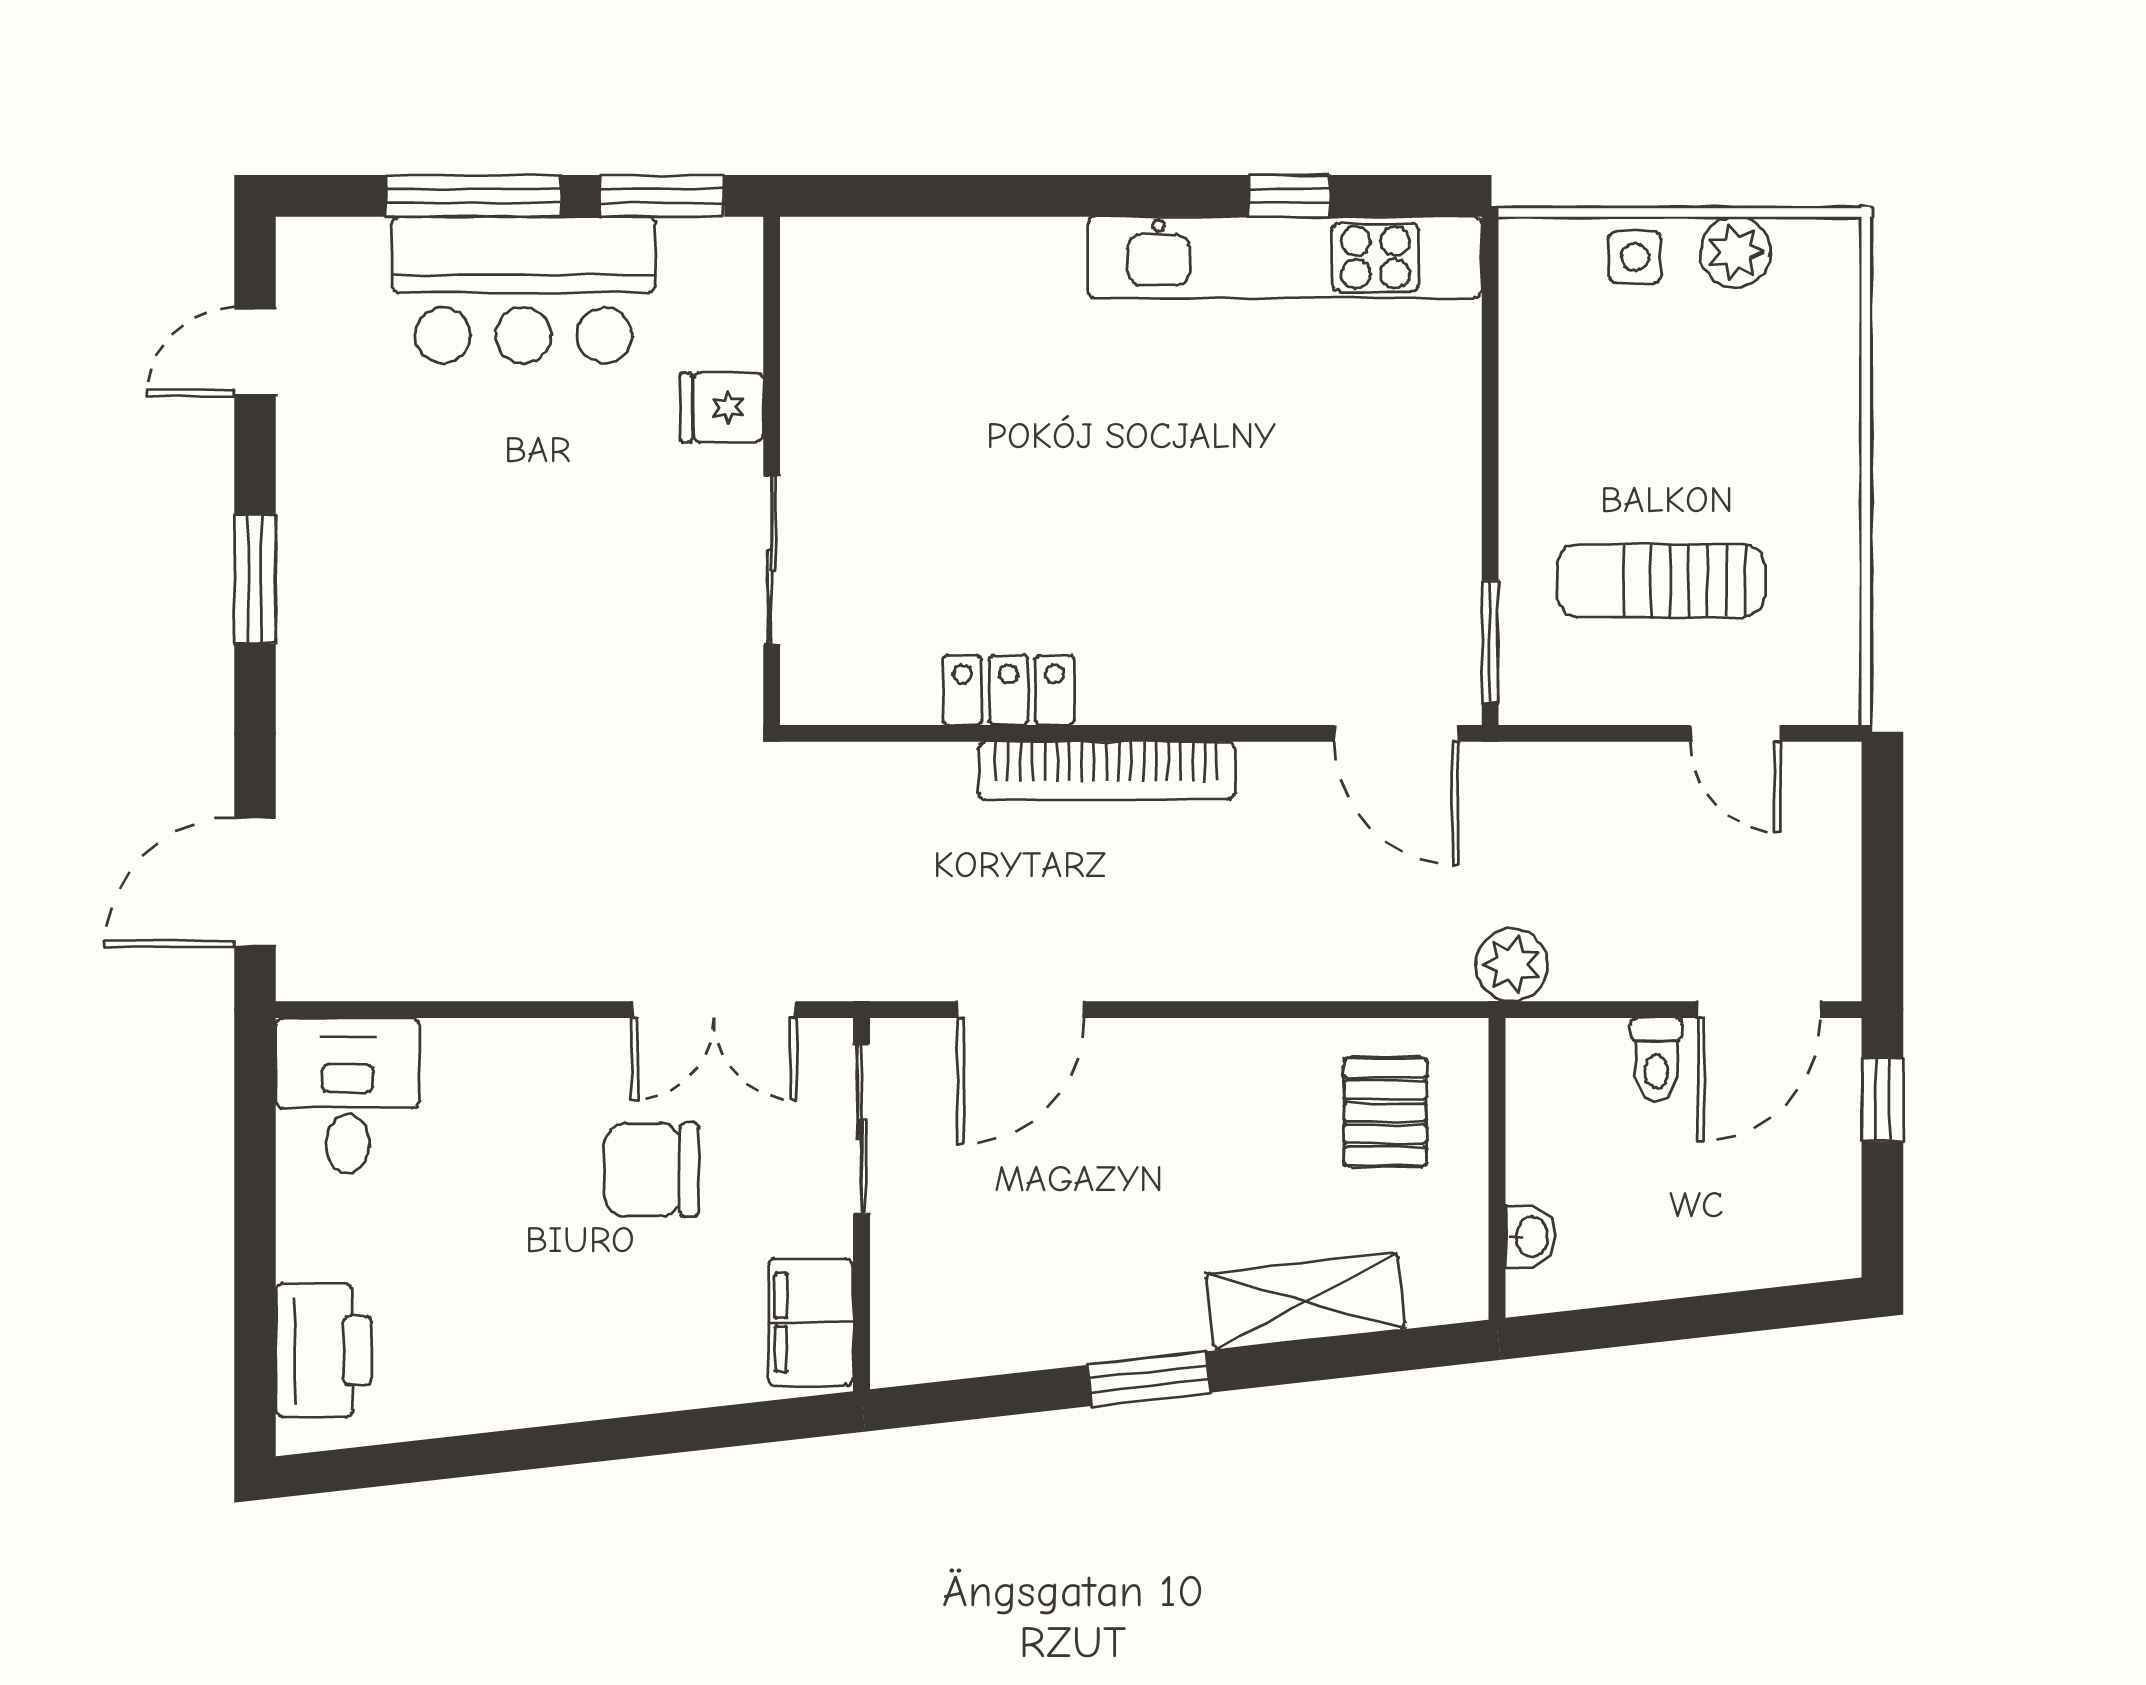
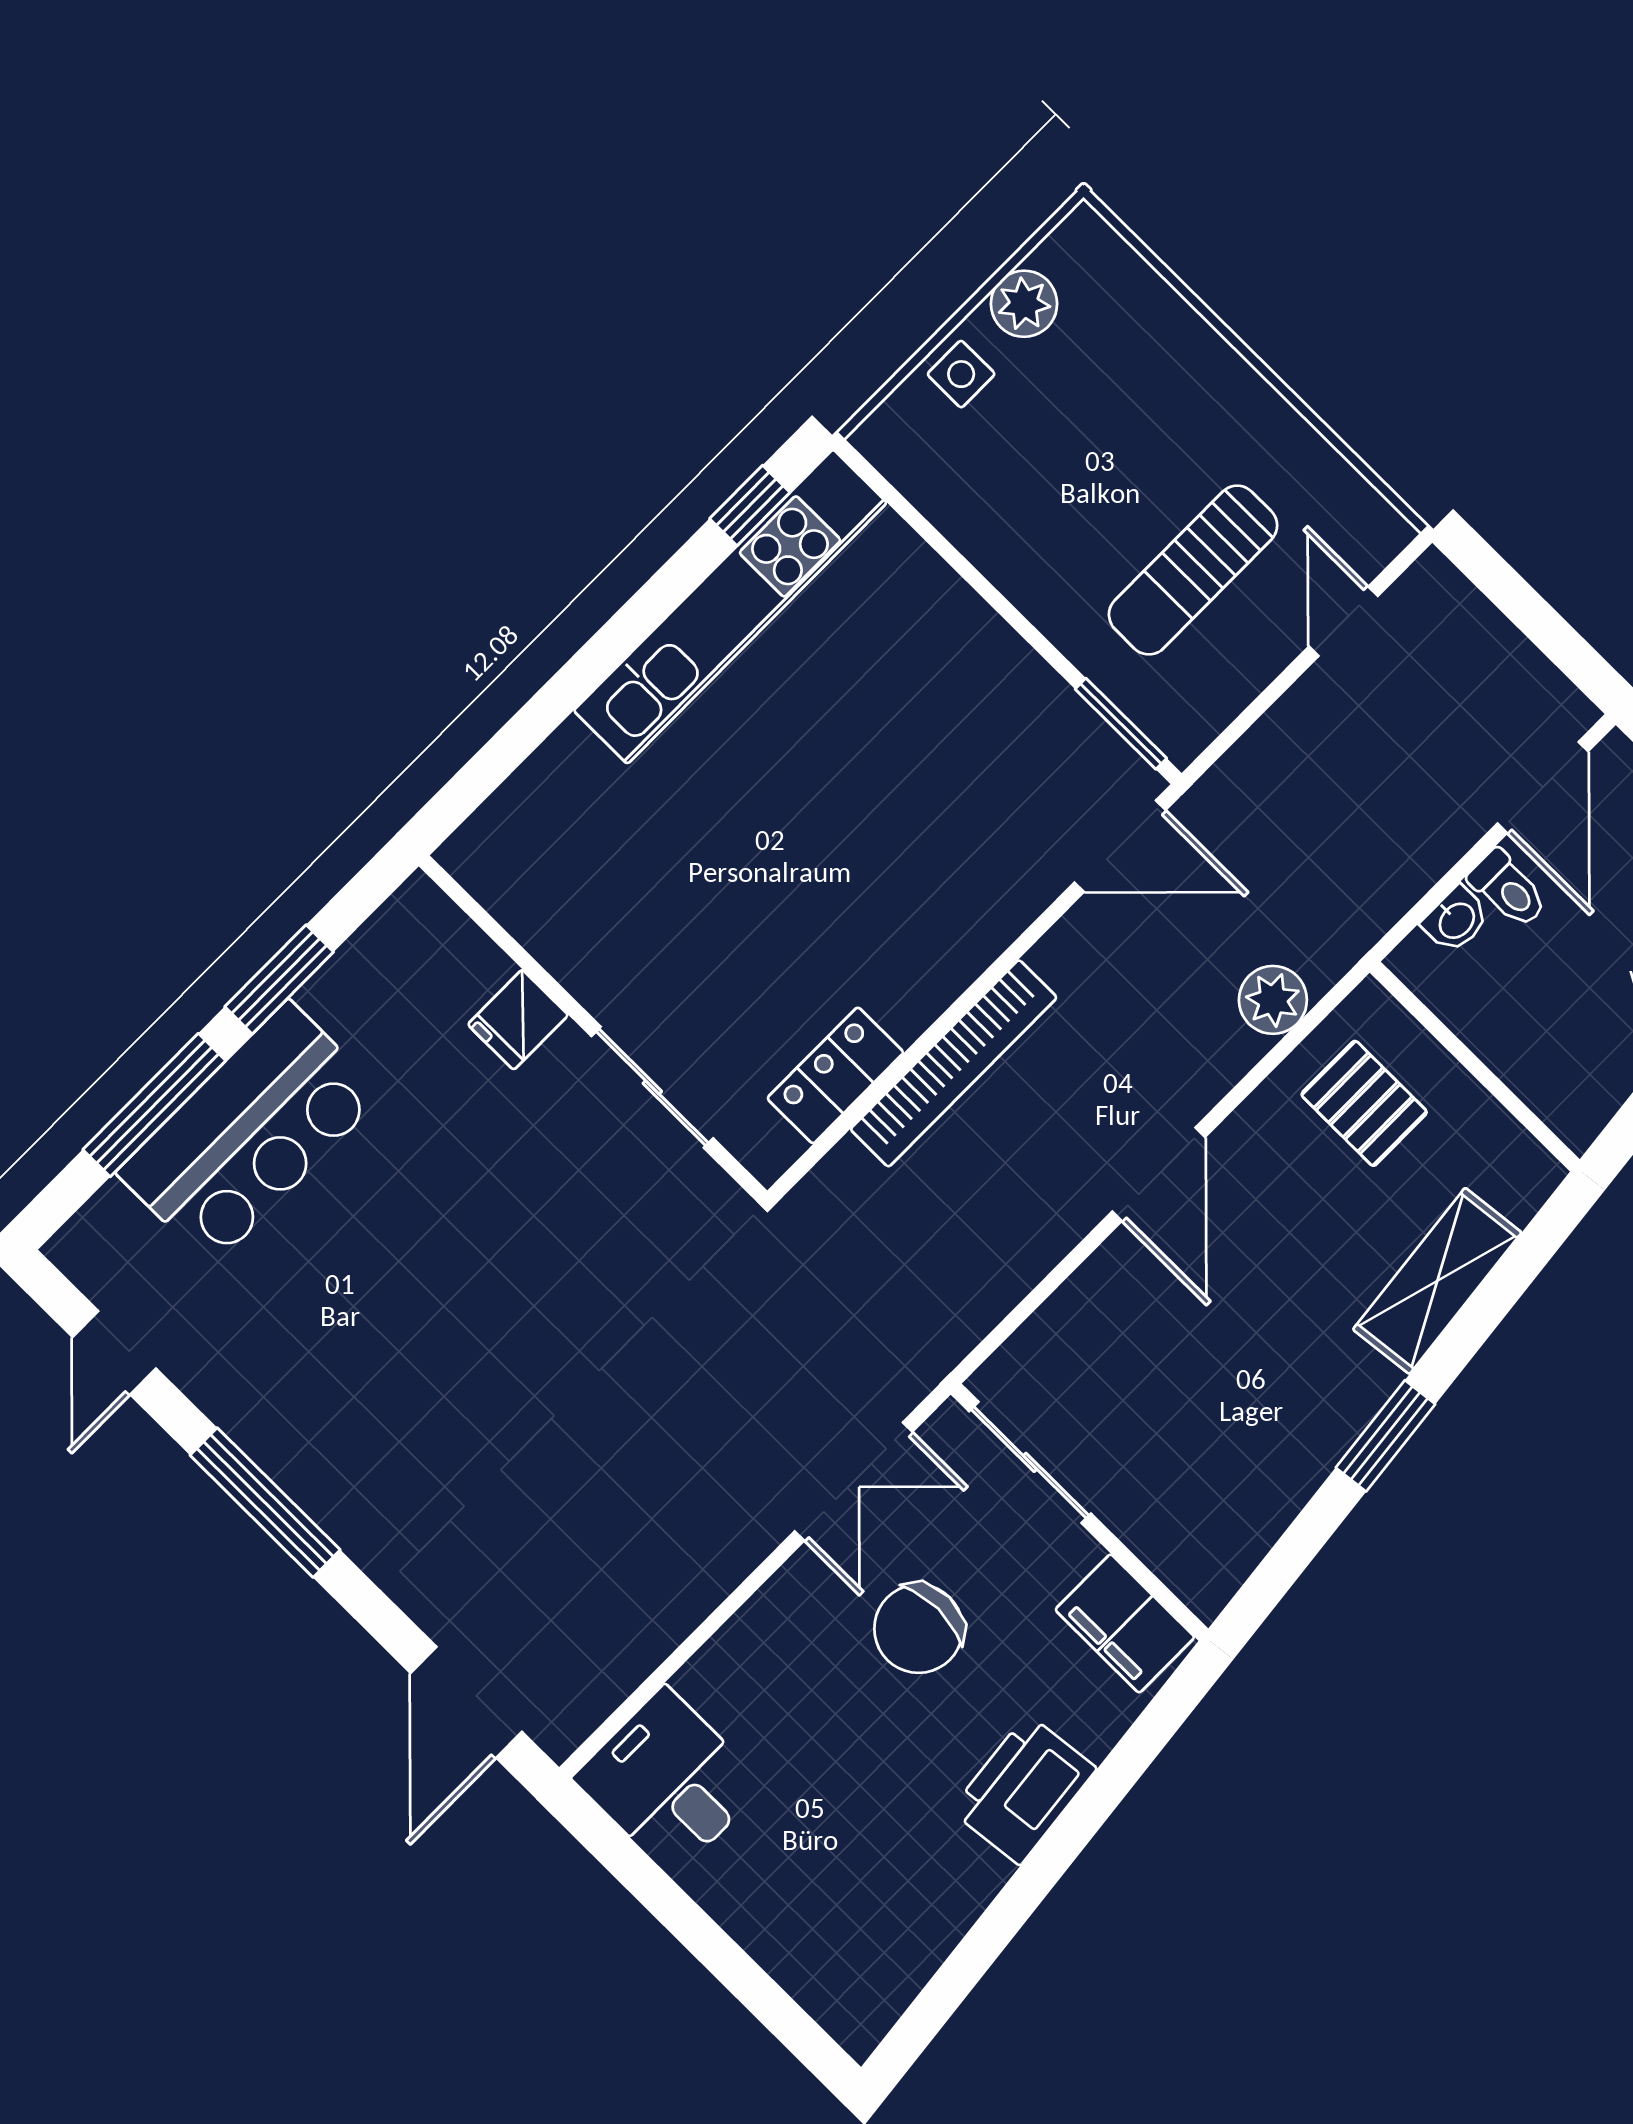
window: (1289, 196) -> (750, 505), moved
fridge: (722, 407) -> (518, 1020), moved
wall: (772, 471) -> (593, 1028), moved
sliding door: (772, 560) -> (652, 1087), moved
window: (255, 579) -> (265, 1503), width x1.44
door: (1735, 733) -> (1343, 621), swing flipped
plant: (1512, 965) -> (1273, 1000), moved
door: (1021, 1010) -> (1159, 1174), moved
washbasin: (1531, 1237) -> (1456, 920), moved, turned 90
printer: (324, 1350) -> (1024, 1789), moved, turned -96

